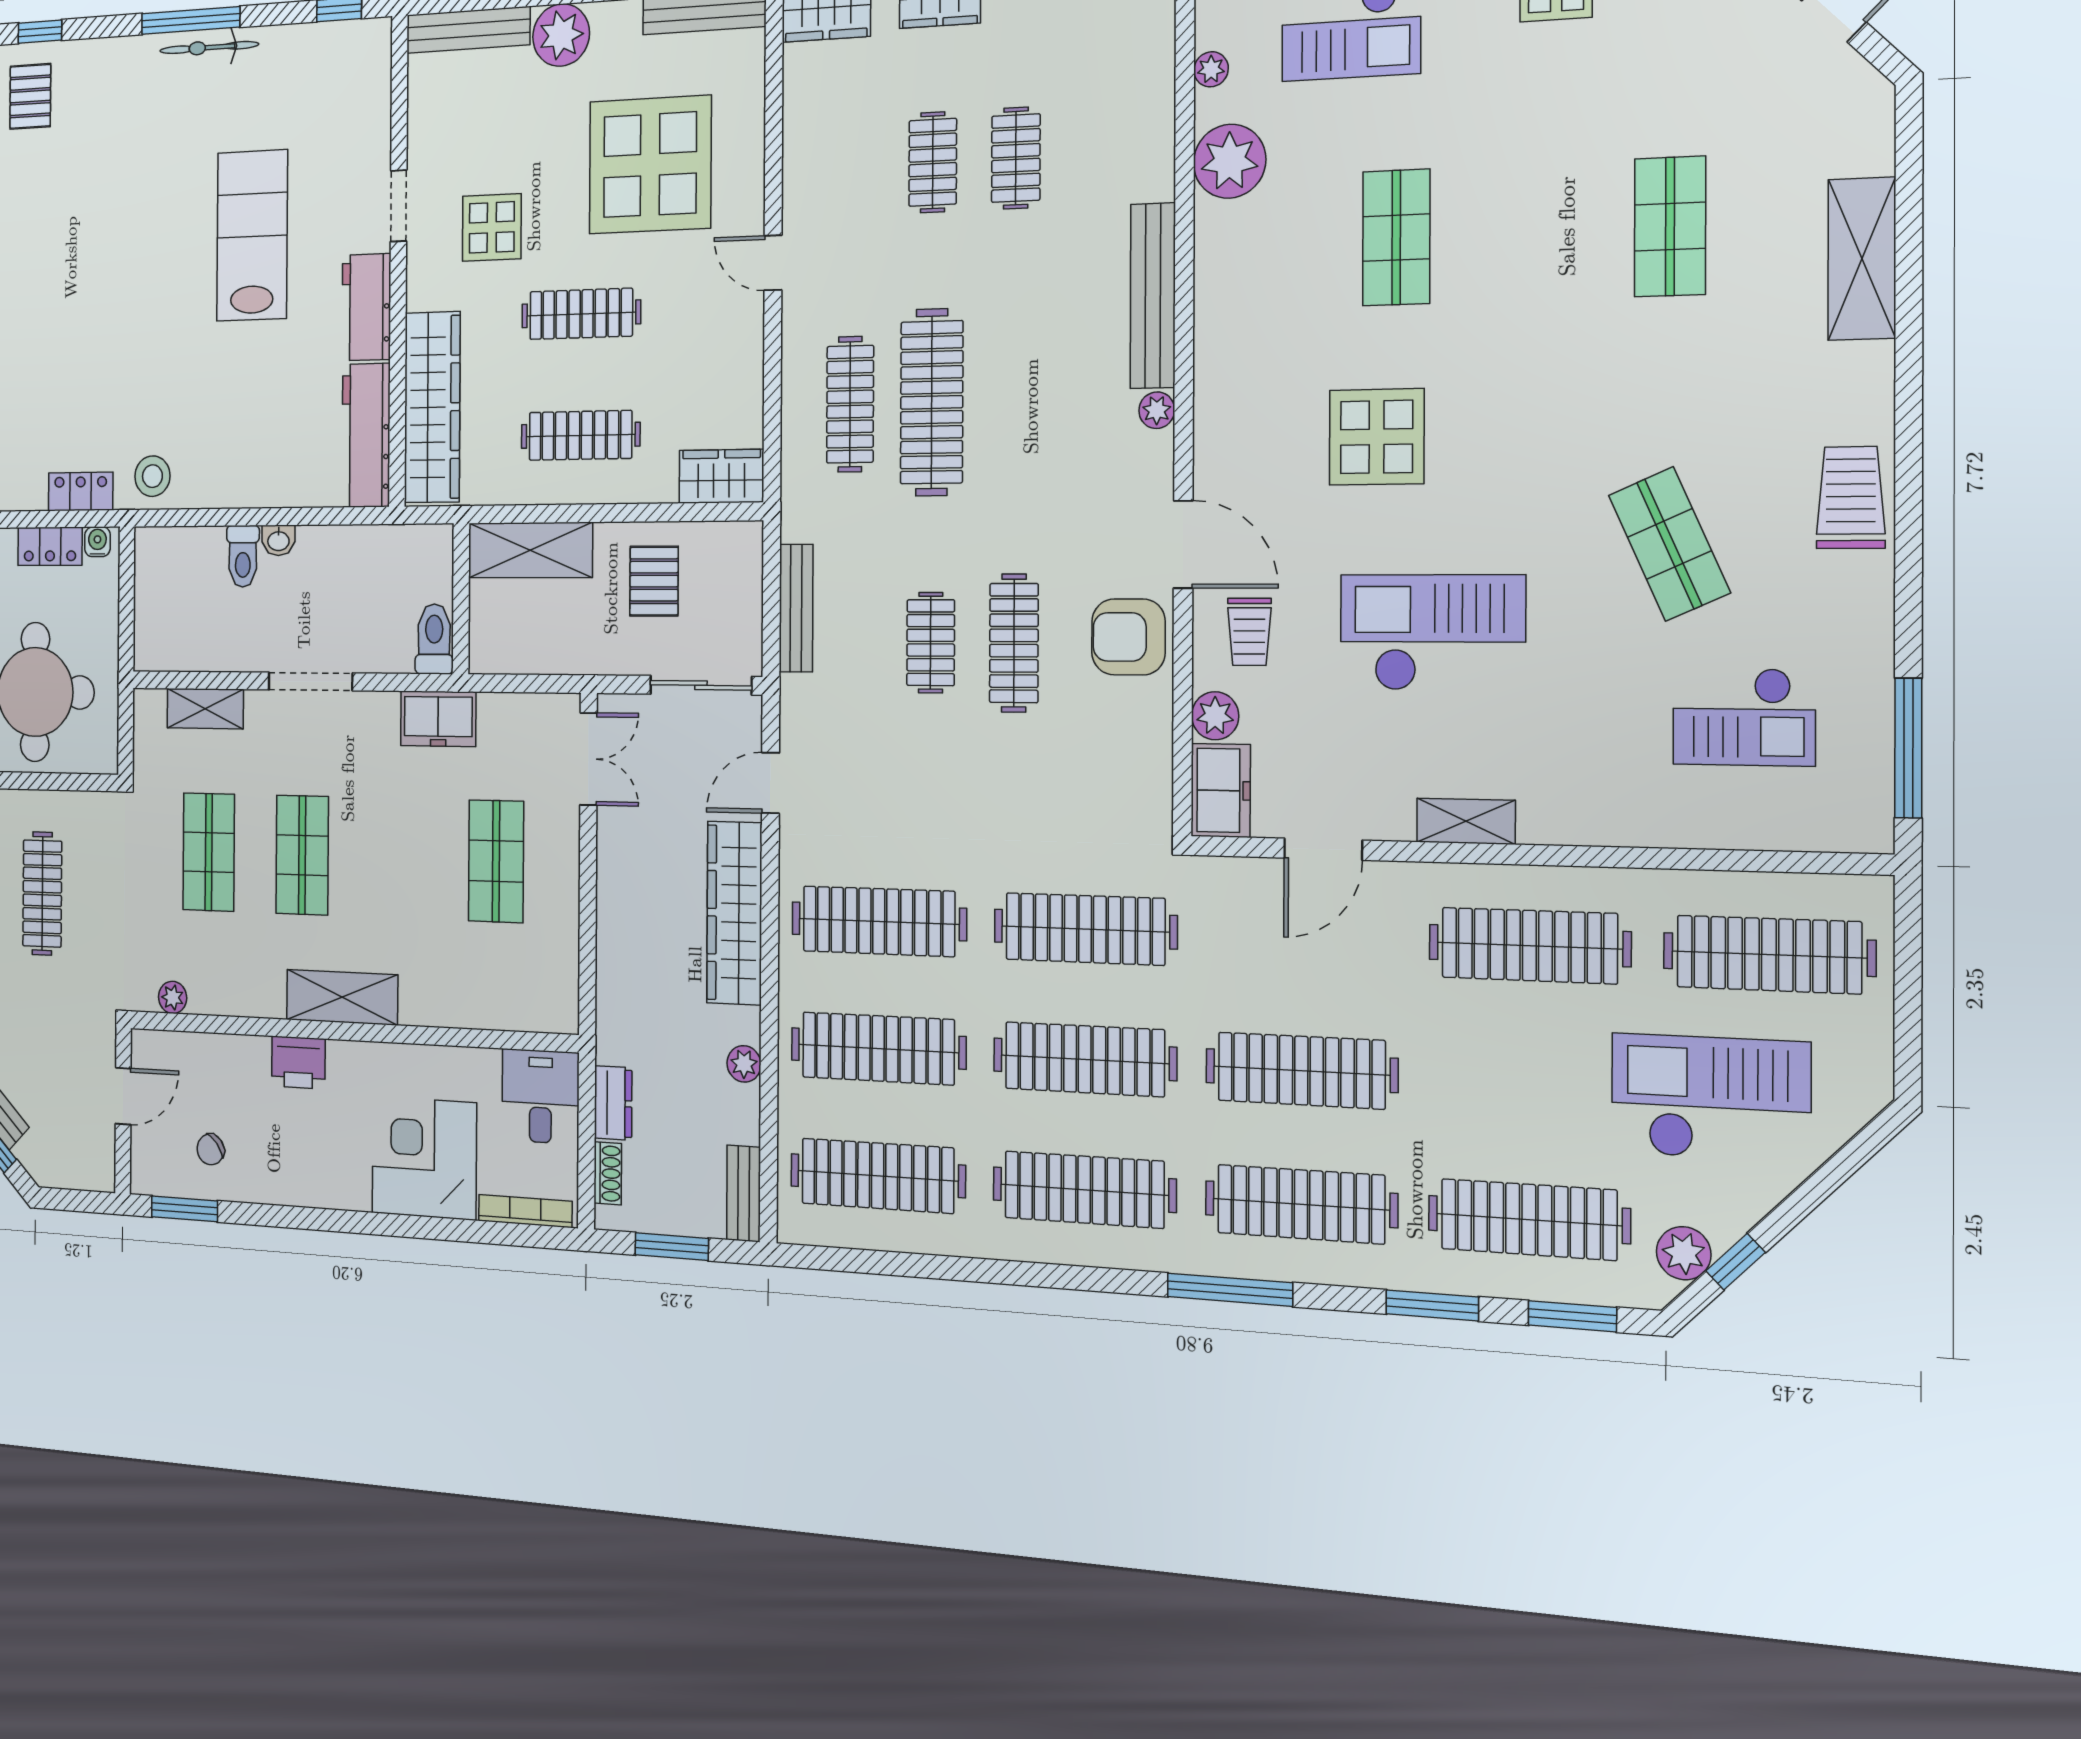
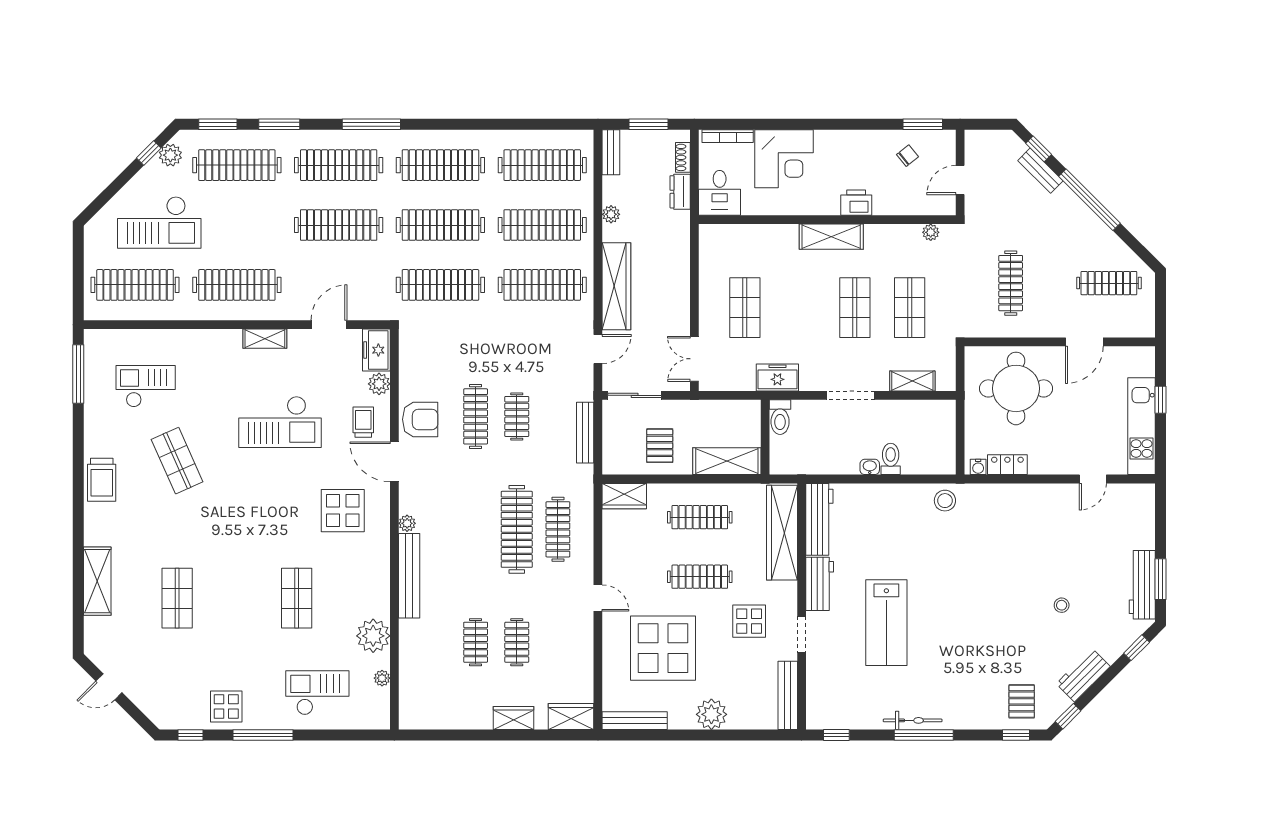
bench: (468, 30) -> (788, 695), moved, turned 90
display table: (1377, 437) -> (343, 511), moved
locker: (81, 491) -> (989, 493), removed

